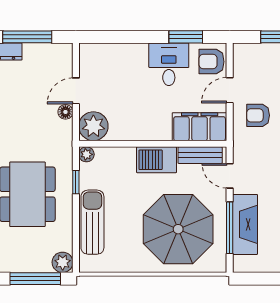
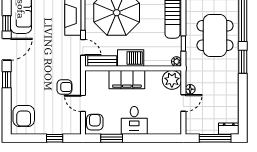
armchair: (212, 62) -> (95, 122), turned -90
desk: (169, 64) -> (134, 120), moved
door: (230, 90) -> (83, 103), swing flipped
filing cabinet: (200, 127) -> (127, 80), moved

